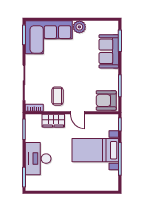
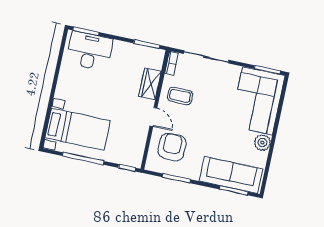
sofa: (109, 51) -> (231, 175), width x1.36
armchair: (106, 100) -> (172, 147), moved
door: (78, 113) -> (153, 117), swing flipped
bed with nightstands: (95, 150) -> (78, 129), moved, turned 90
desk: (38, 159) -> (89, 51), moved

